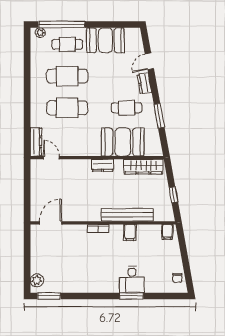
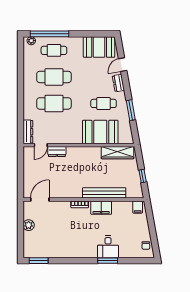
booth: (105, 40) -> (99, 47), moved
door: (51, 158) -> (41, 145), swing flipped
dresser: (103, 165) -> (57, 151), moved
filing cabinet: (130, 233) -> (101, 208), width x2.00
plant: (37, 280) -> (29, 225), moved

